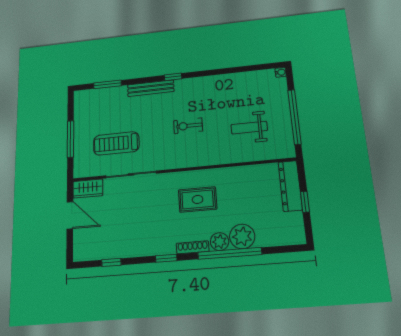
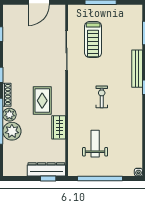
treadmill: (116, 143) -> (93, 39), turned 180
wardrobe: (88, 188) -> (59, 127), moved
window: (305, 202) -> (48, 179), moved

